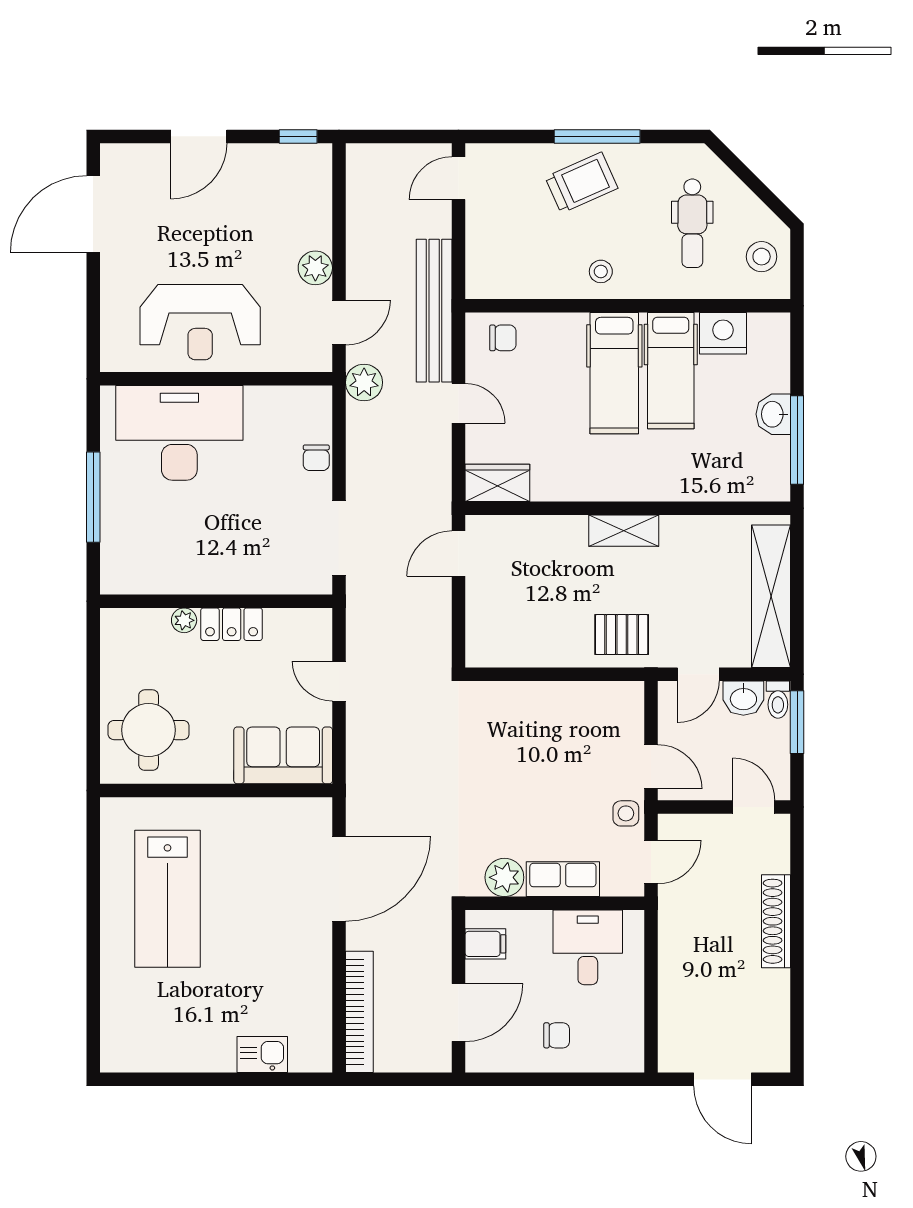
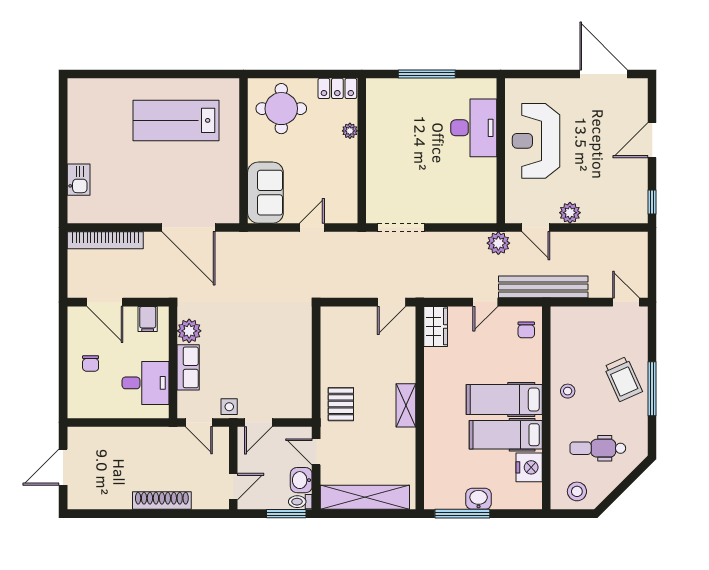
door: (199, 136) -> (652, 140), hinge flipped
desk: (179, 433) -> (474, 128), width x0.73, depth x0.77
chair: (316, 458) -> (451, 213), removed
door: (458, 554) -> (391, 302), swing flipped
locker: (232, 624) -> (337, 88), moved, turned -90

